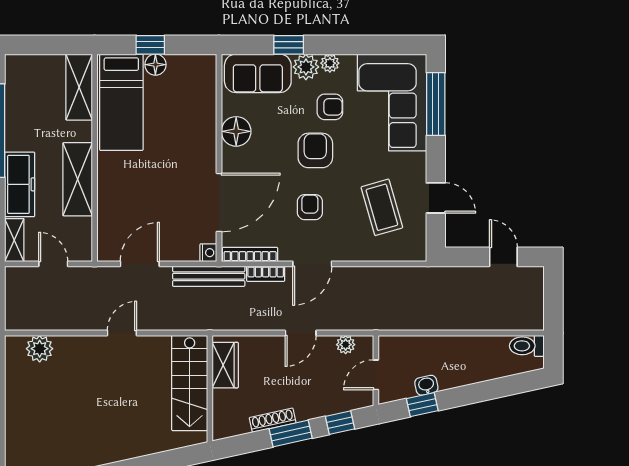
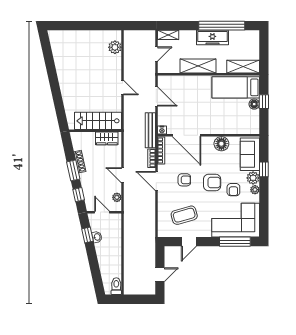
freezer: (20, 184) -> (212, 38), moved

